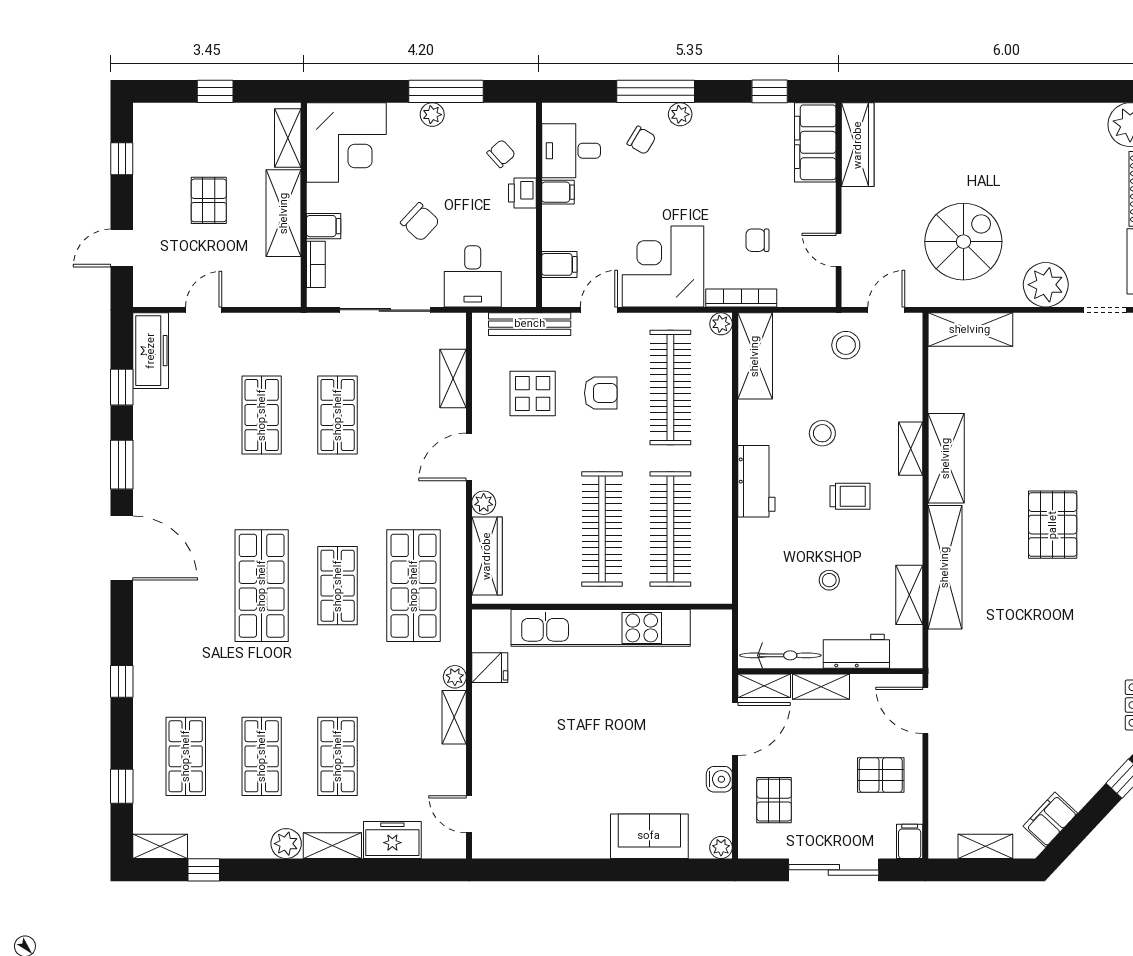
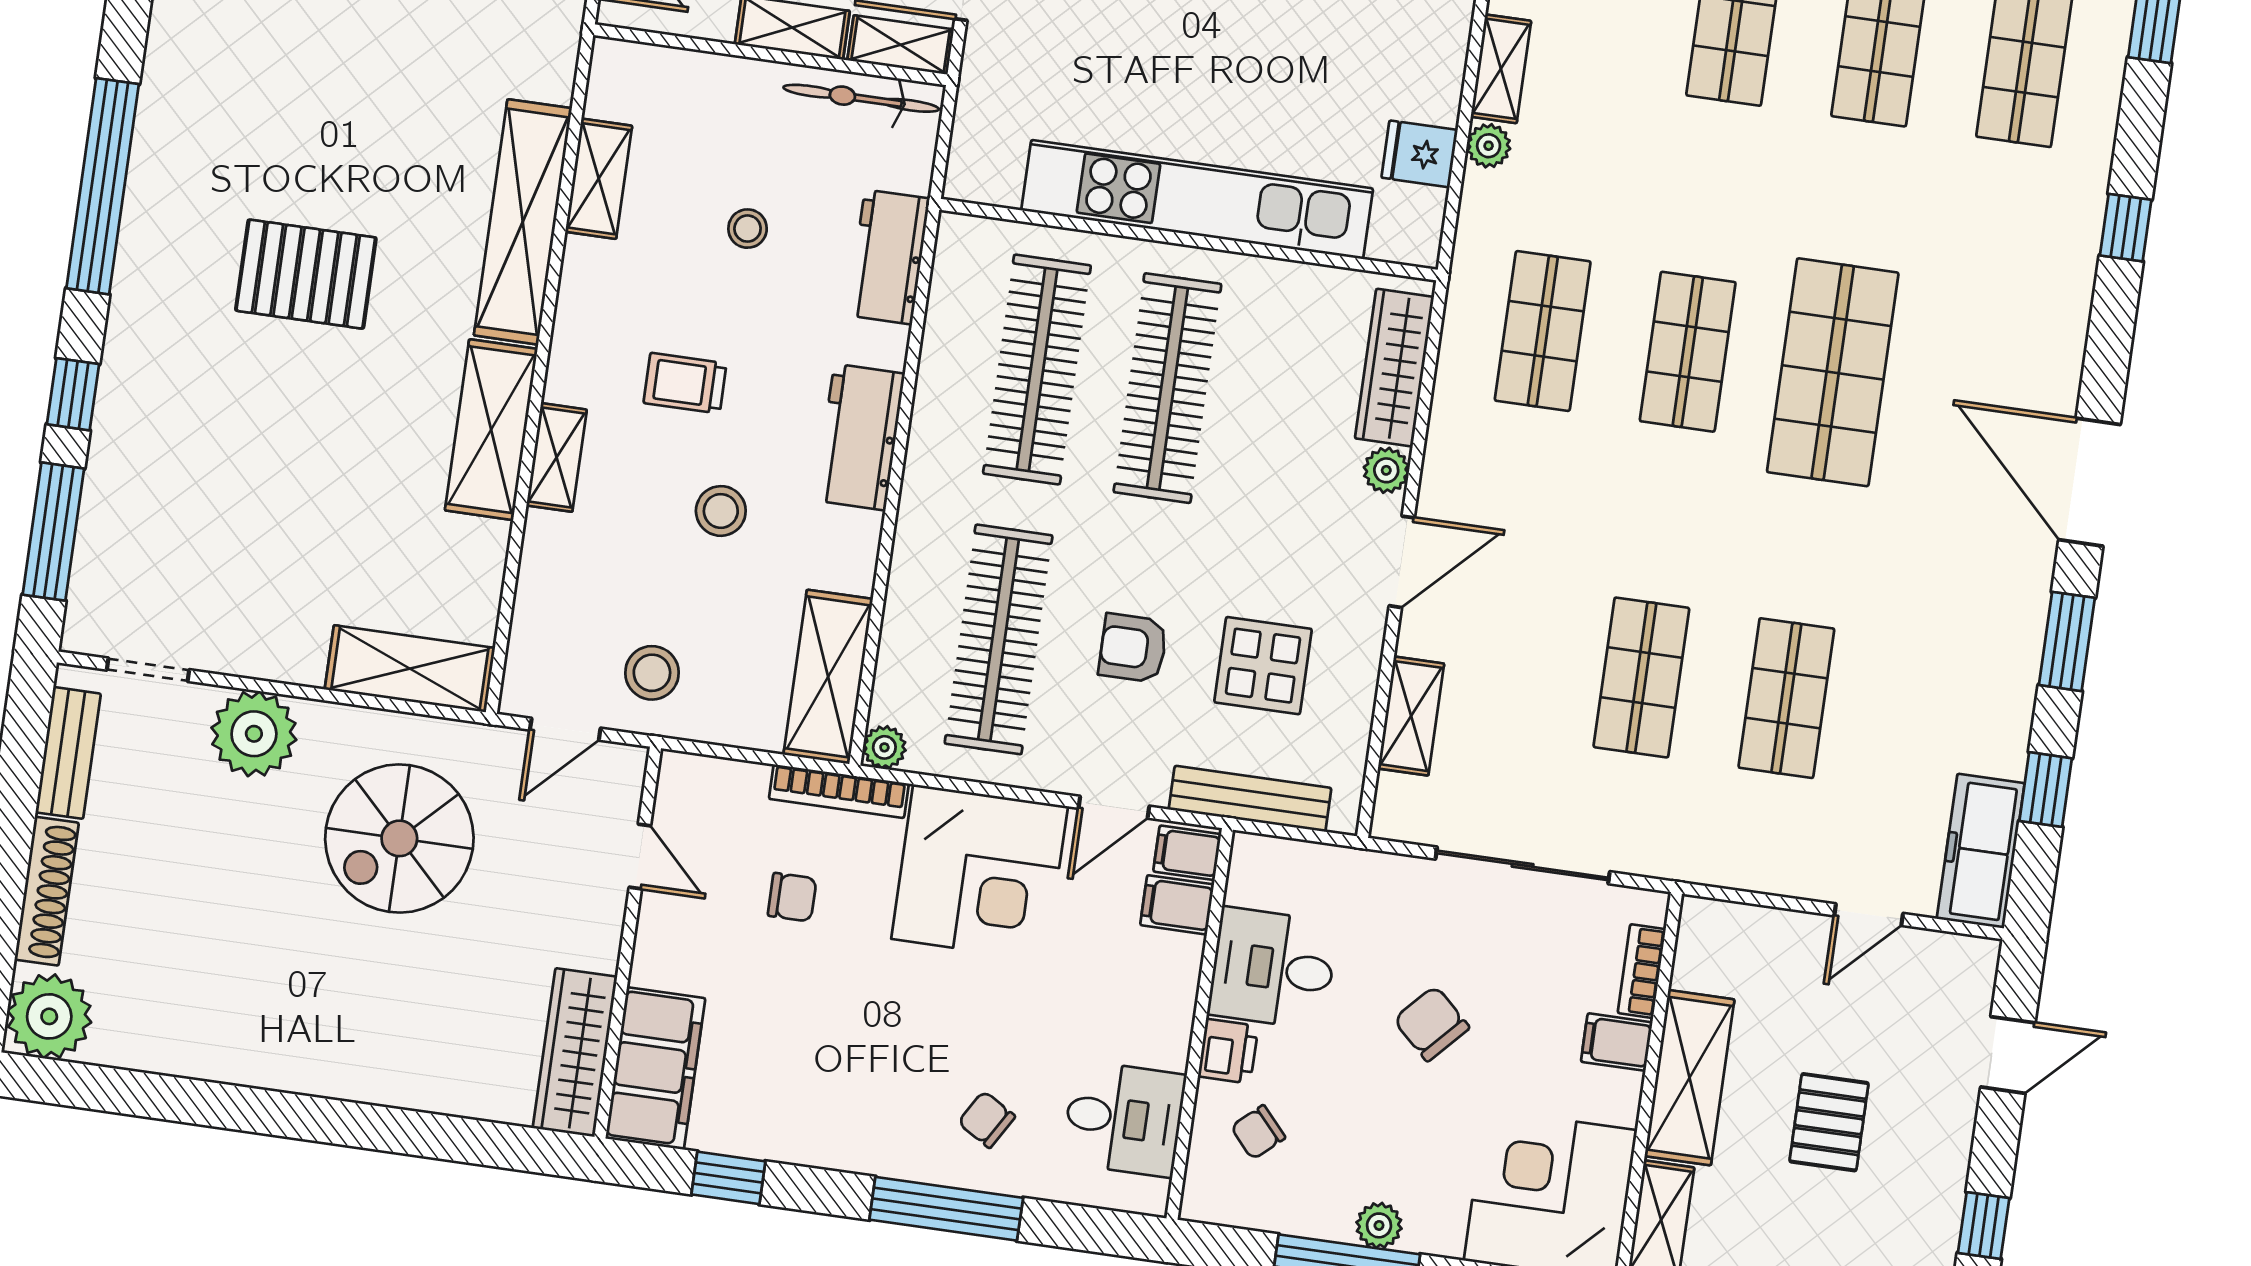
plant: (680, 114) -> (906, 1159), removed
filing cabinet: (558, 192) -> (1187, 853), moved
desk: (473, 276) -> (1273, 968), moved, turned -90
pallet: (1053, 525) -> (306, 274), turned 90
shop shelf: (414, 586) -> (1543, 331), width x0.70, depth x0.74
workbench: (856, 651) -> (888, 257), moved, turned 90

